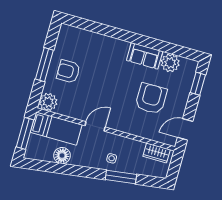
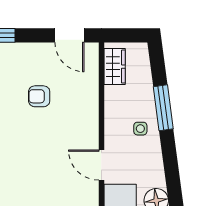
armchair: (151, 99) -> (39, 96), width x0.53, depth x0.53

